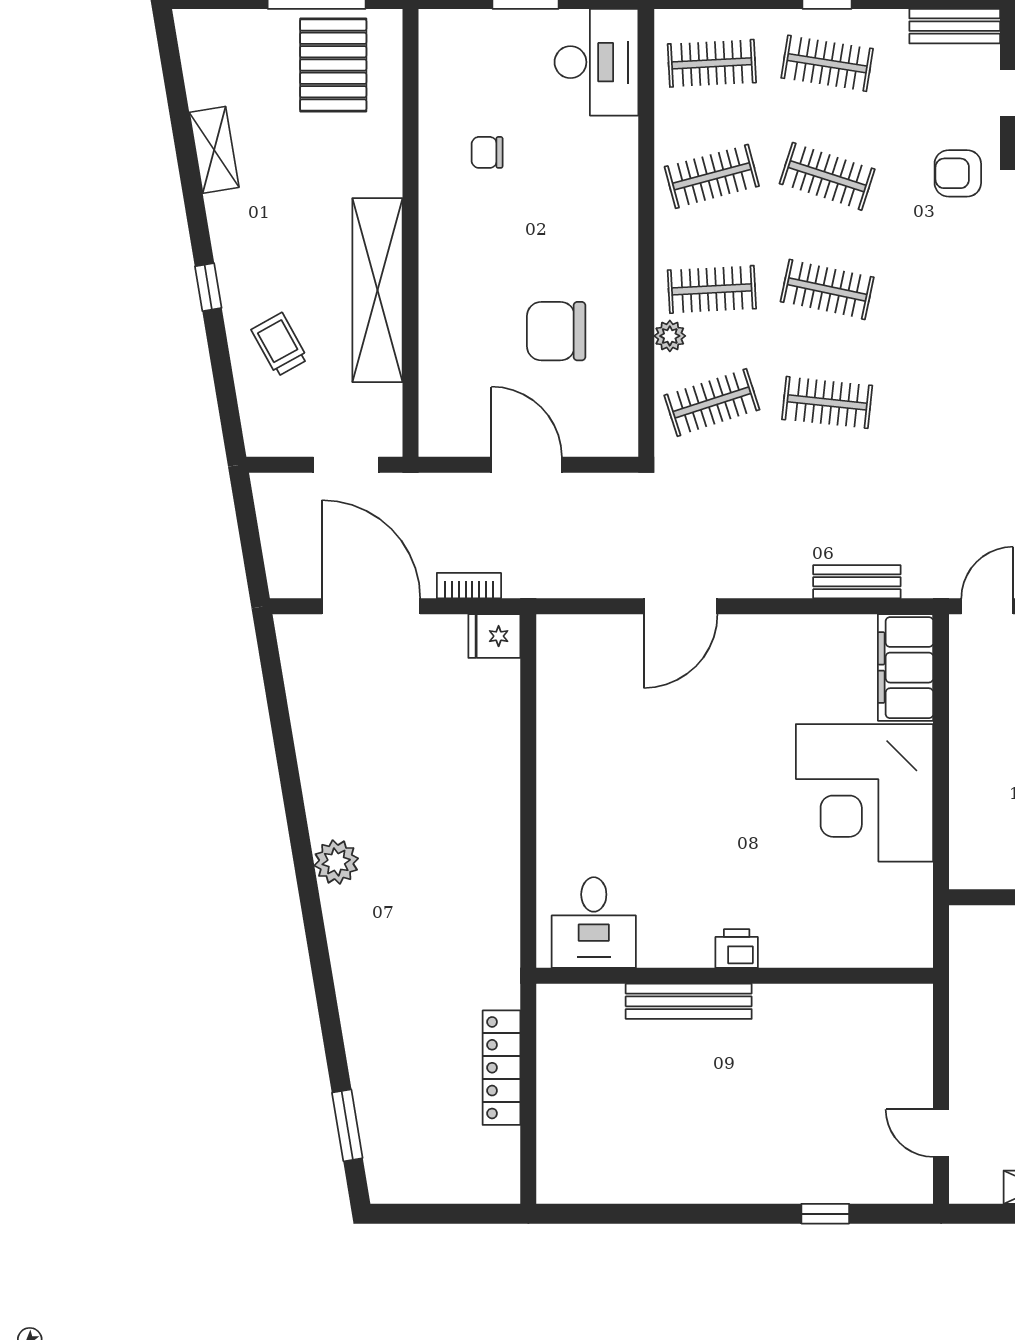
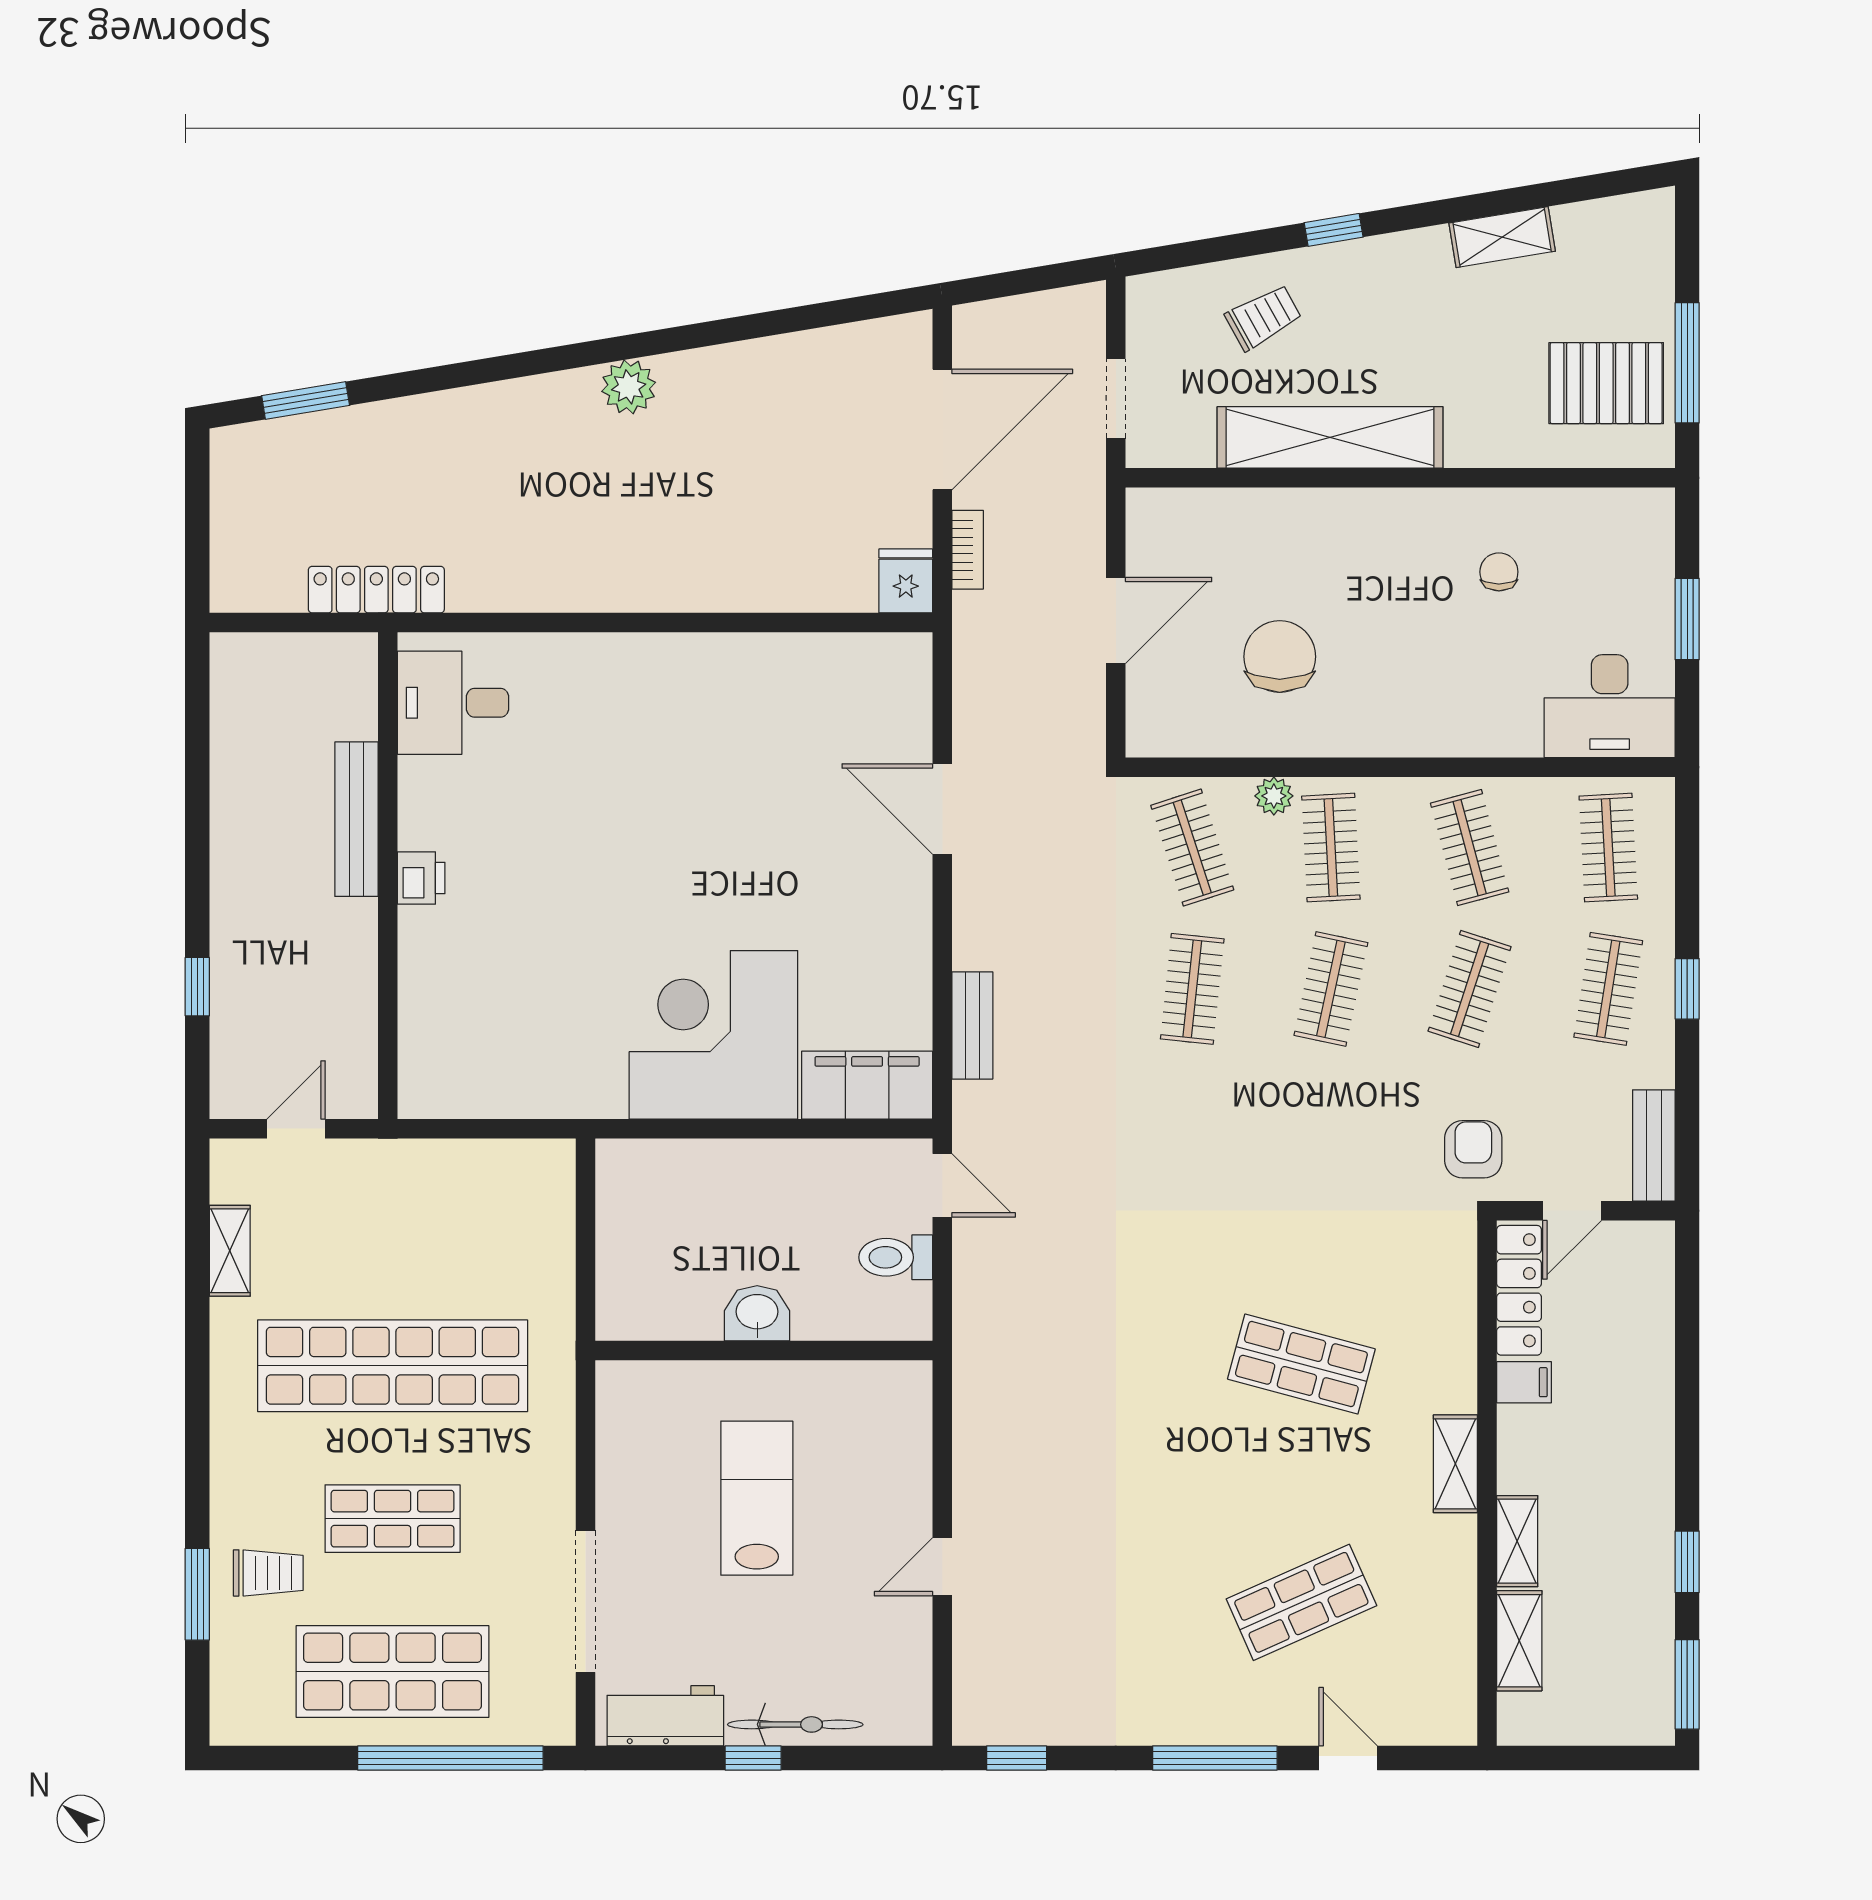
desk: (594, 923) -> (453, 703), moved
printer: (737, 949) -> (421, 878), moved
wall: (735, 976) -> (388, 876), moved
bench: (689, 1001) -> (356, 819), moved

